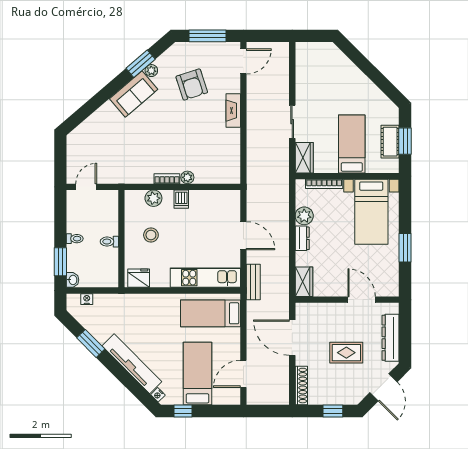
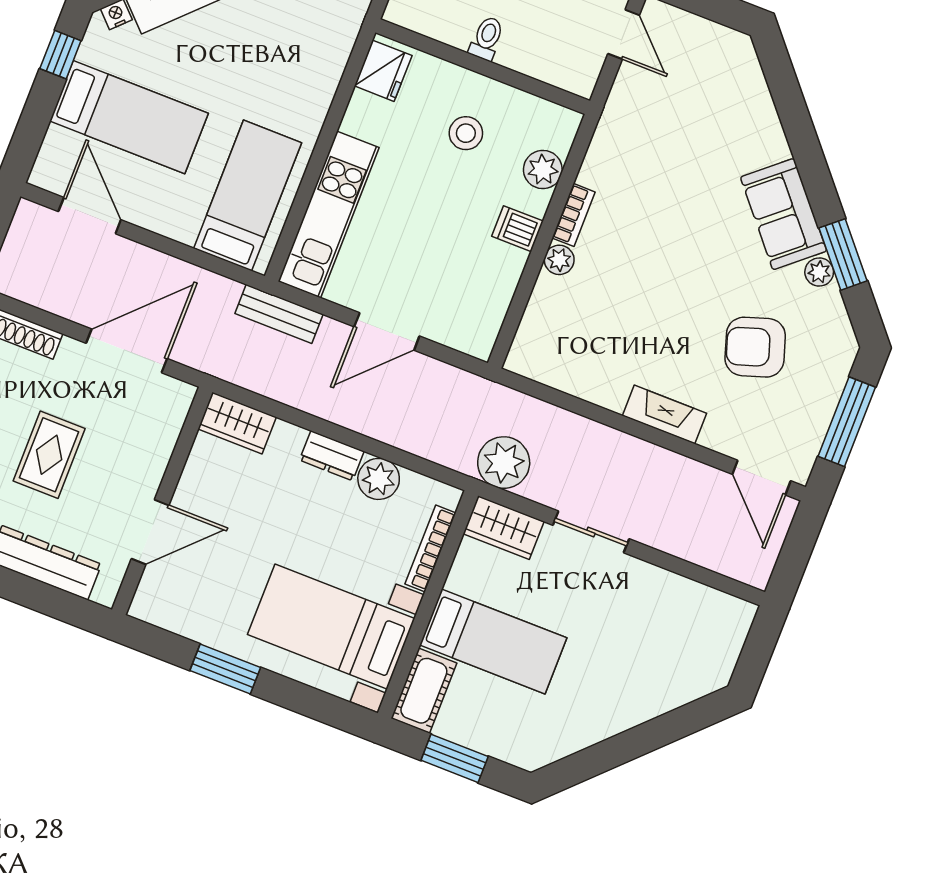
cot: (390, 142) -> (424, 691), moved, turned 90
plant: (278, 168) -> (504, 463), added

